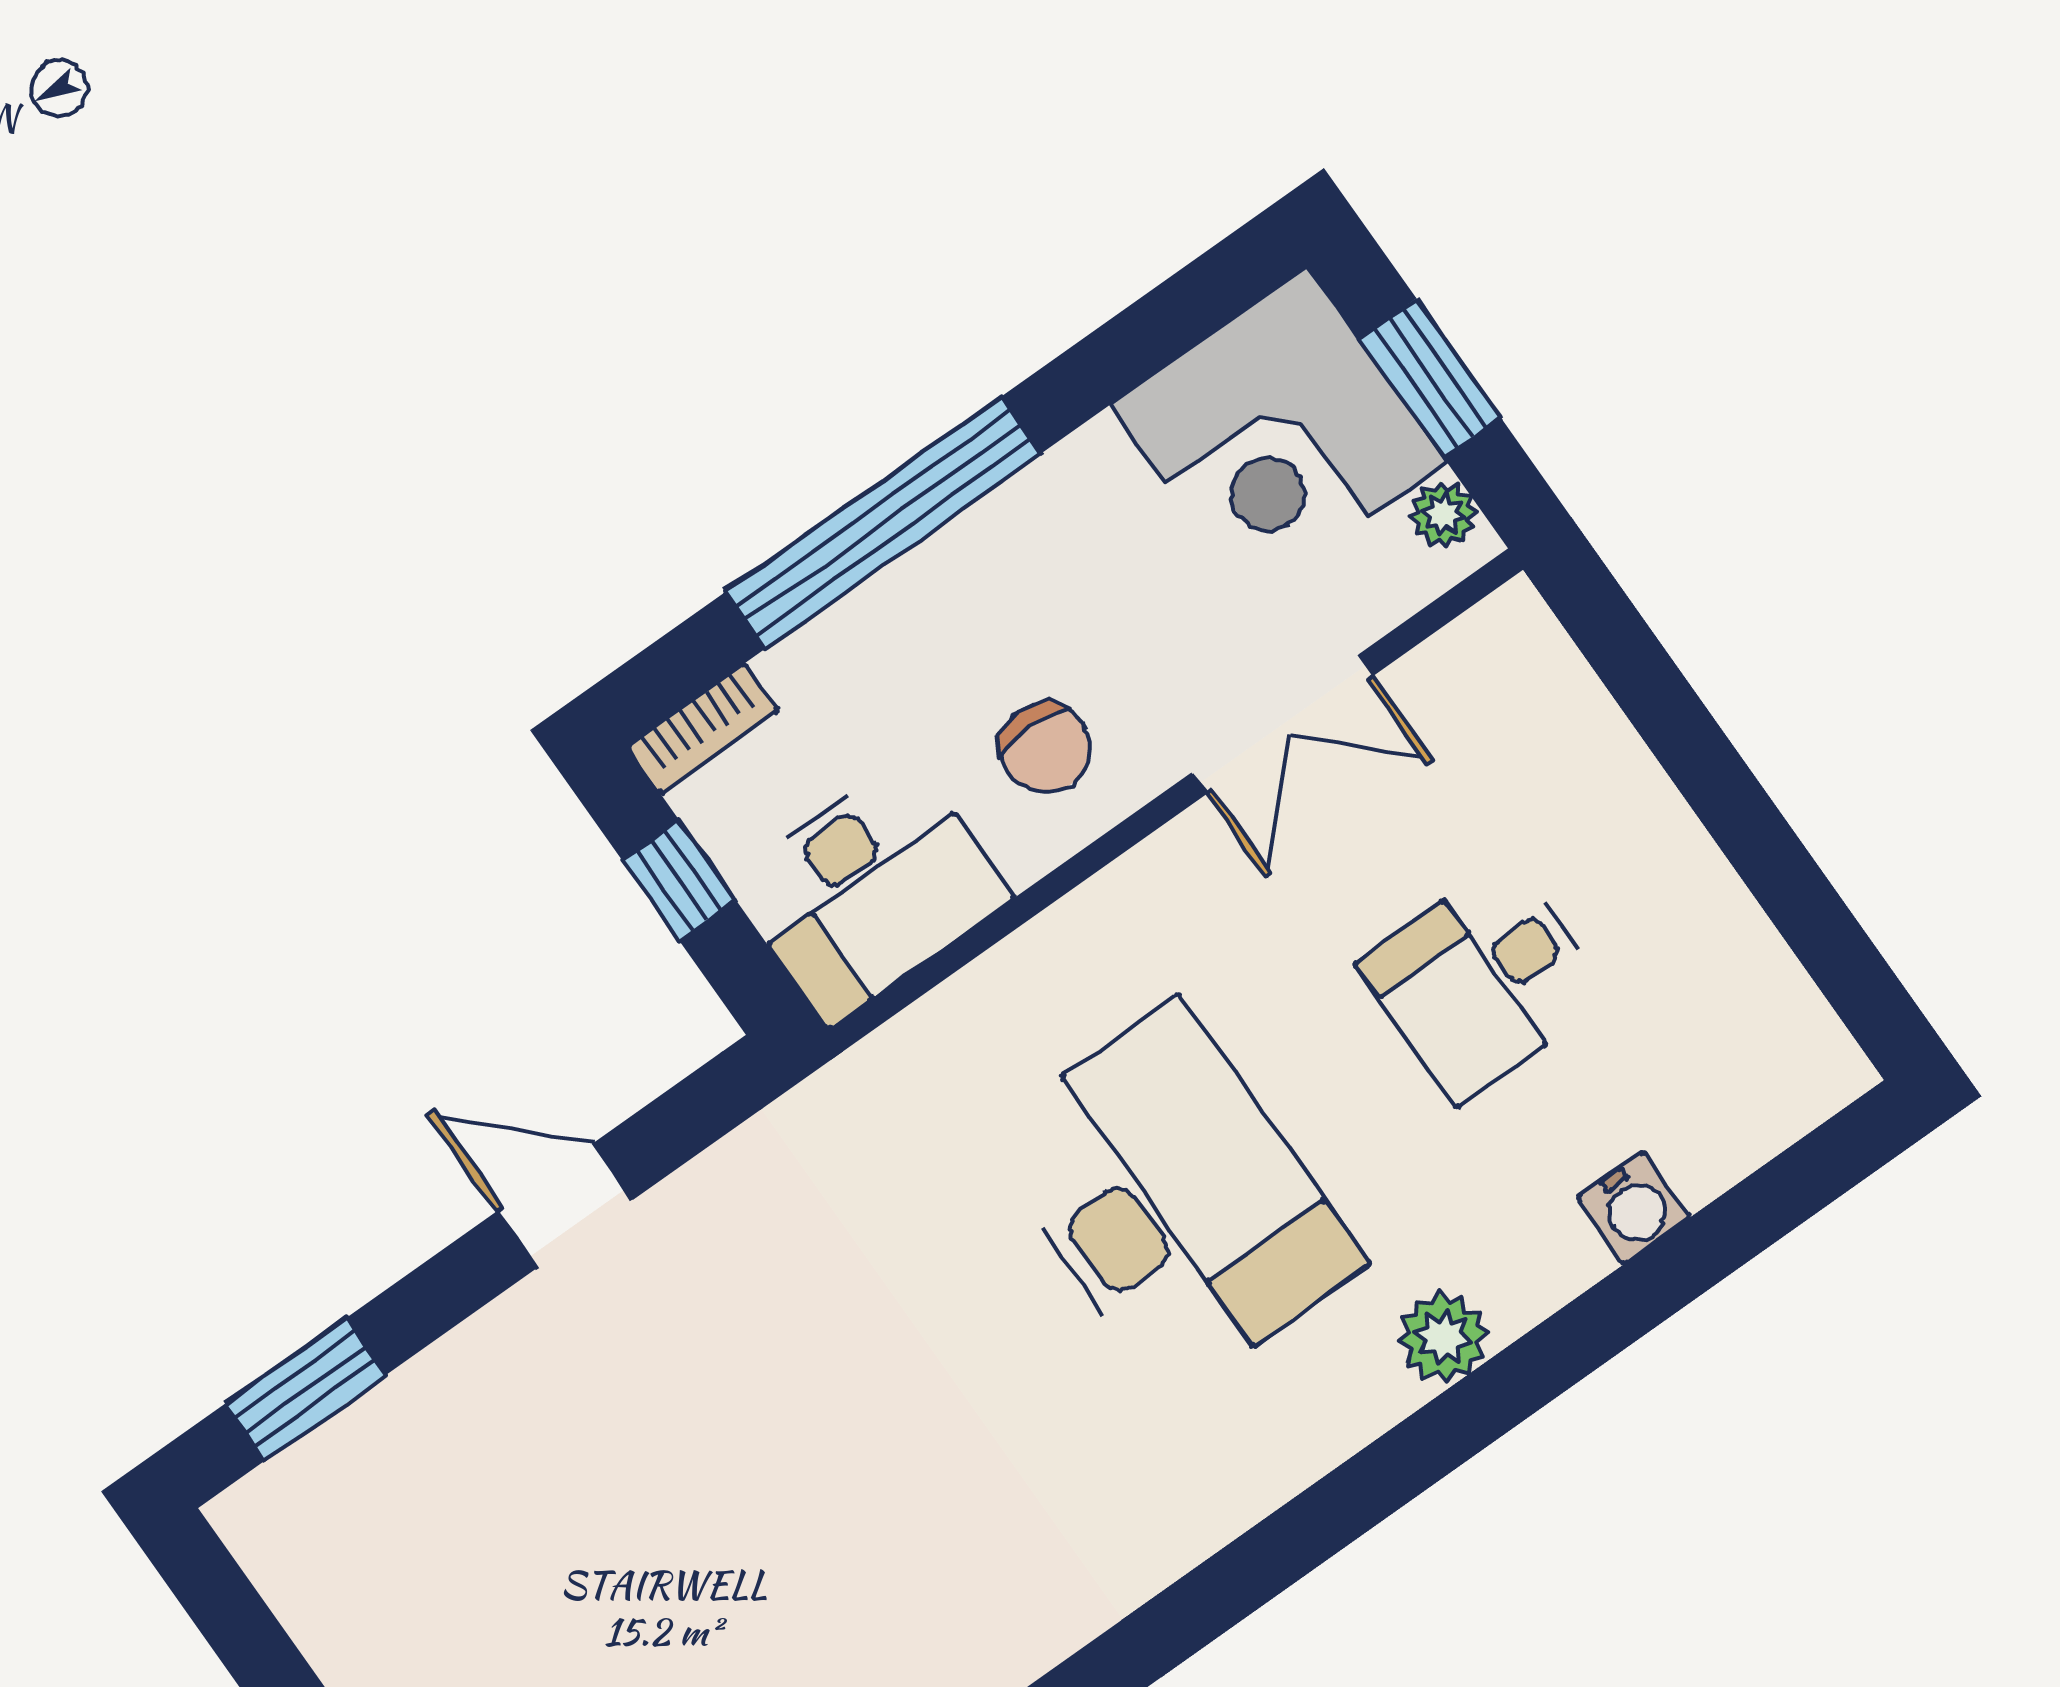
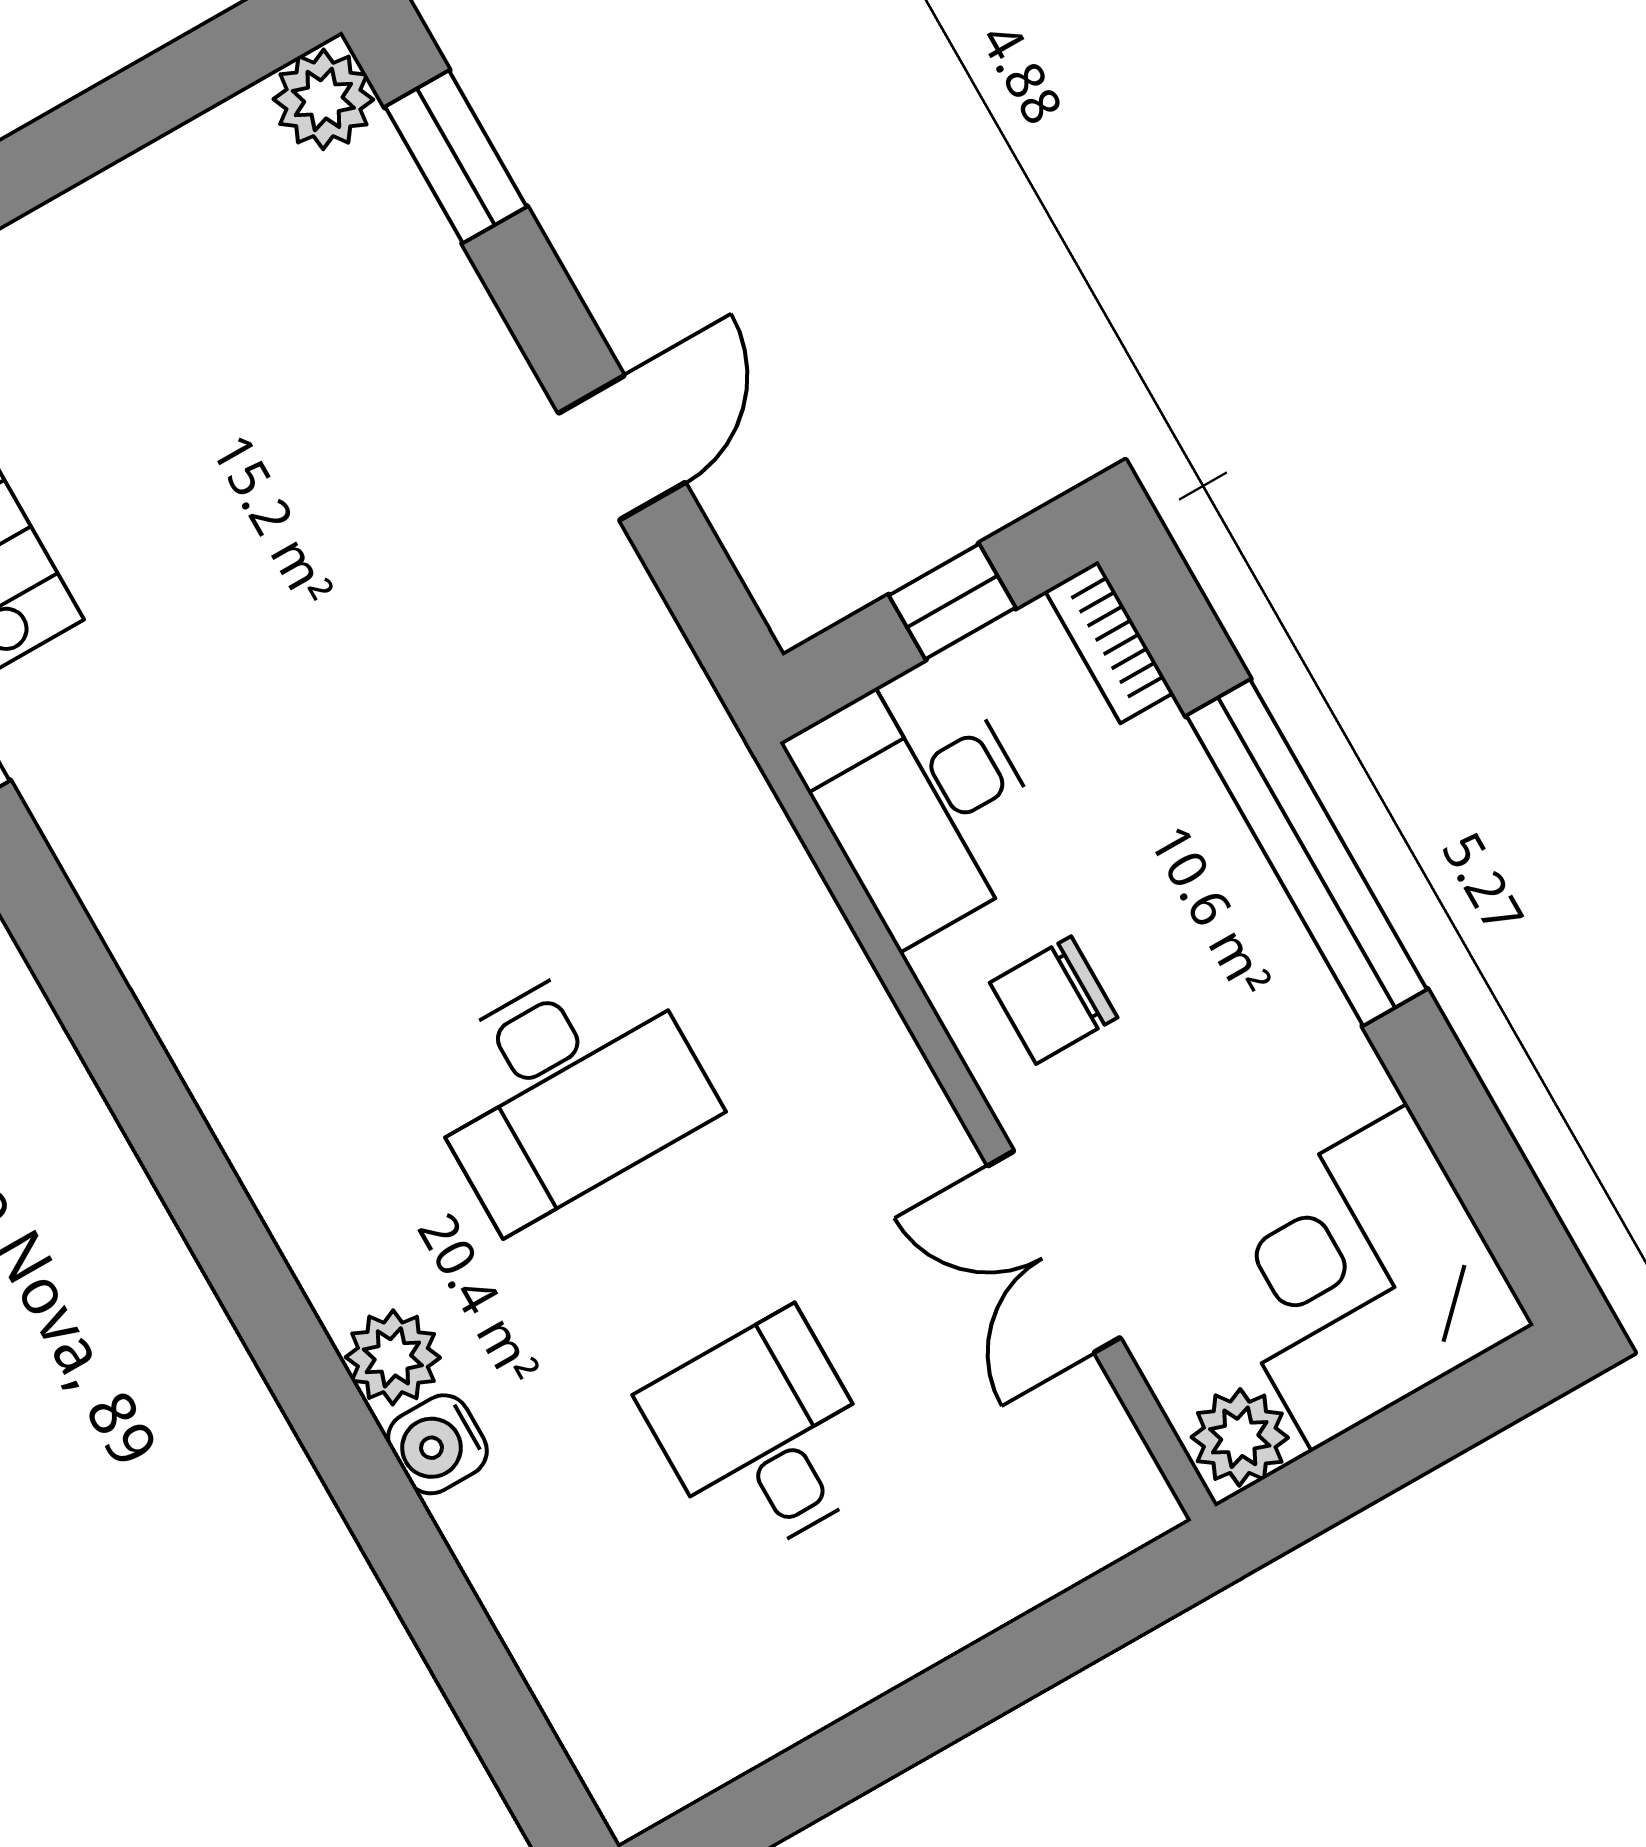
window: (1430, 378) -> (1402, 1443), removed
plant: (1443, 514) -> (1240, 1437), width x1.38, depth x1.38
desk: (1173, 1200) -> (565, 1088), width x0.73, depth x0.77
water cooler: (1634, 1208) -> (437, 1444), moved
plant: (264, 1519) -> (323, 99), added

